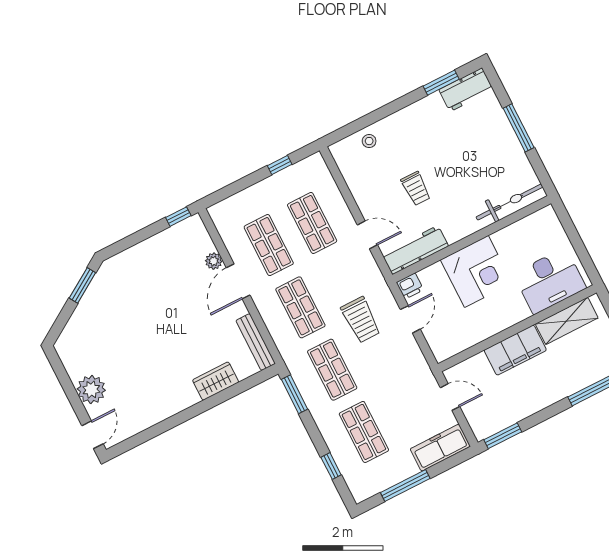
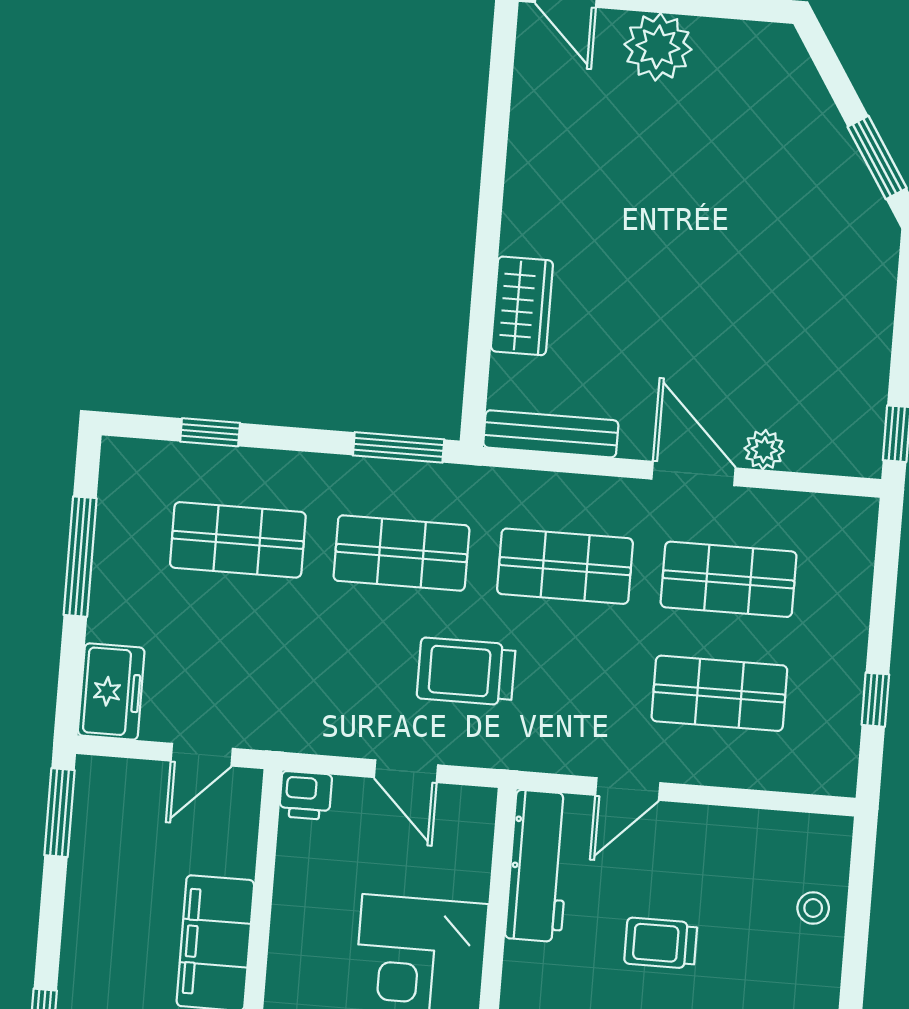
printer: (410, 286) -> (305, 795), moved, turned -90
freezer: (440, 448) -> (111, 692), width x0.71

